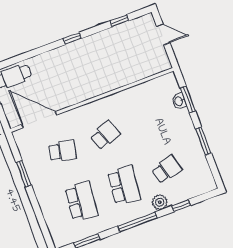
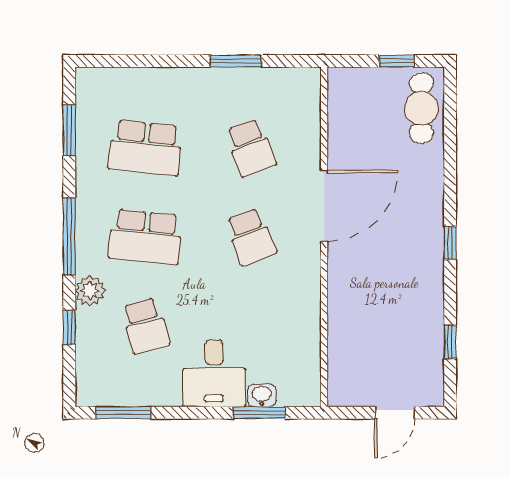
door: (39, 120) -> (324, 206), moved
desk: (177, 128) -> (214, 373), added
window: (203, 141) -> (123, 413), moved
school desk: (62, 151) -> (251, 148), turned -33

